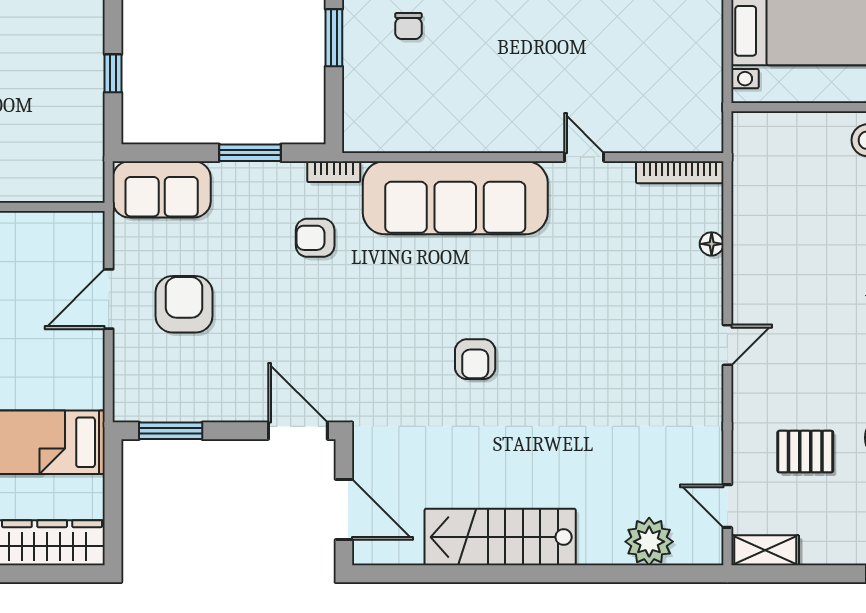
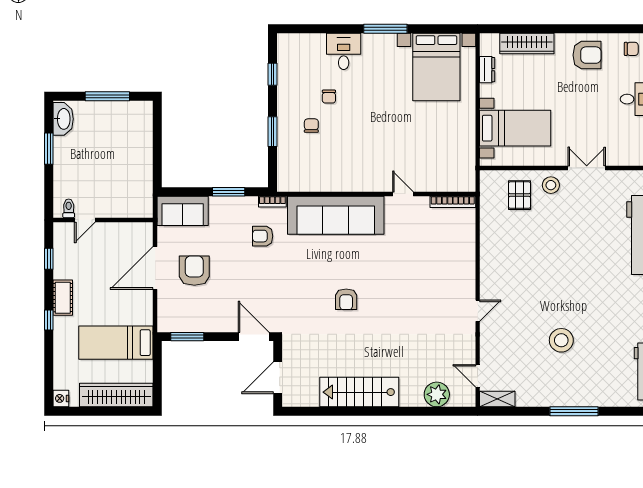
chair: (408, 26) -> (311, 126), turned 180
window: (113, 73) -> (157, 150), removed
floor lamp: (712, 244) -> (469, 239), removed
door: (109, 299) -> (155, 268), width x1.36
door: (727, 345) -> (478, 311), moved
pallet: (805, 452) -> (520, 195), moved, turned 90
door: (344, 509) -> (278, 378), swing flipped

